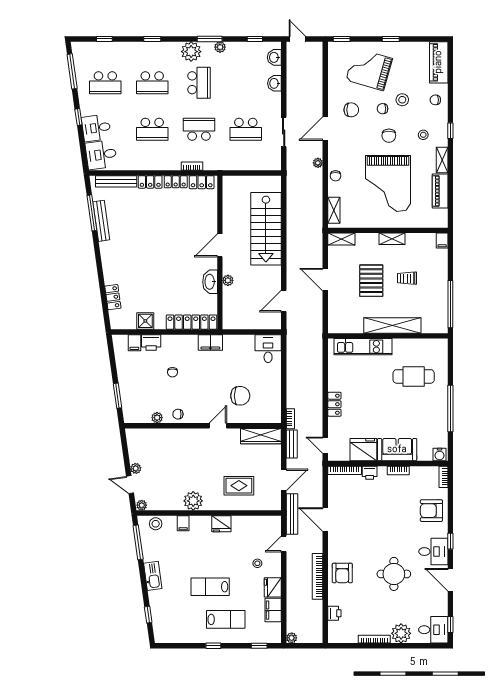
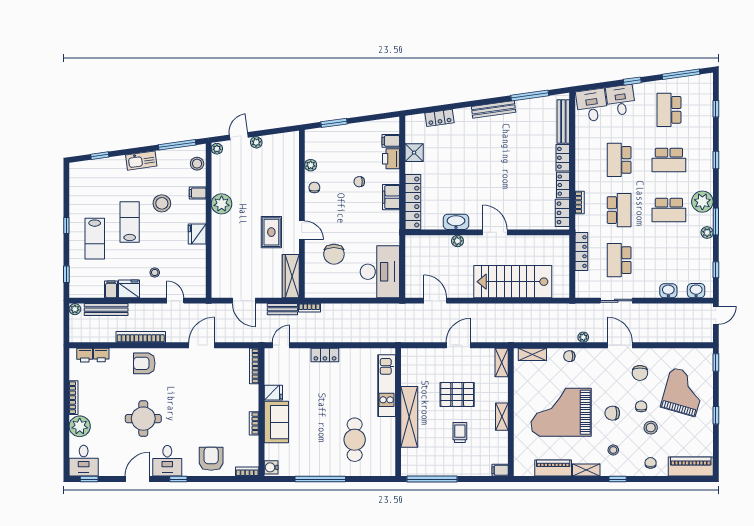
school desk: (152, 83) -> (669, 160), turned -90
locker: (238, 165) -> (581, 252), added
bench: (101, 221) -> (494, 109), moved
filing cabinet: (210, 342) -> (391, 197), moved
desk: (268, 349) -> (380, 272), width x1.87, depth x1.30
fridge: (363, 450) -> (273, 393), width x0.53, depth x0.75
printer: (370, 473) -> (85, 355), moved, turned -90
rug: (239, 486) -> (271, 232), moved
bench: (292, 514) -> (106, 310), moved
stool: (193, 557) -> (162, 203), added
filing cabinet: (273, 610) -> (111, 289), width x0.50

